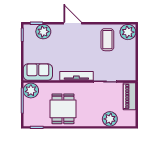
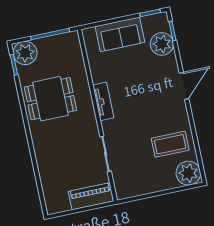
sofa: (38, 72) -> (120, 34), moved, turned 90
tv unit: (76, 76) -> (103, 101), width x0.71
plant: (31, 90) -> (25, 53), moved
plant: (110, 119) -> (50, 173), removed

